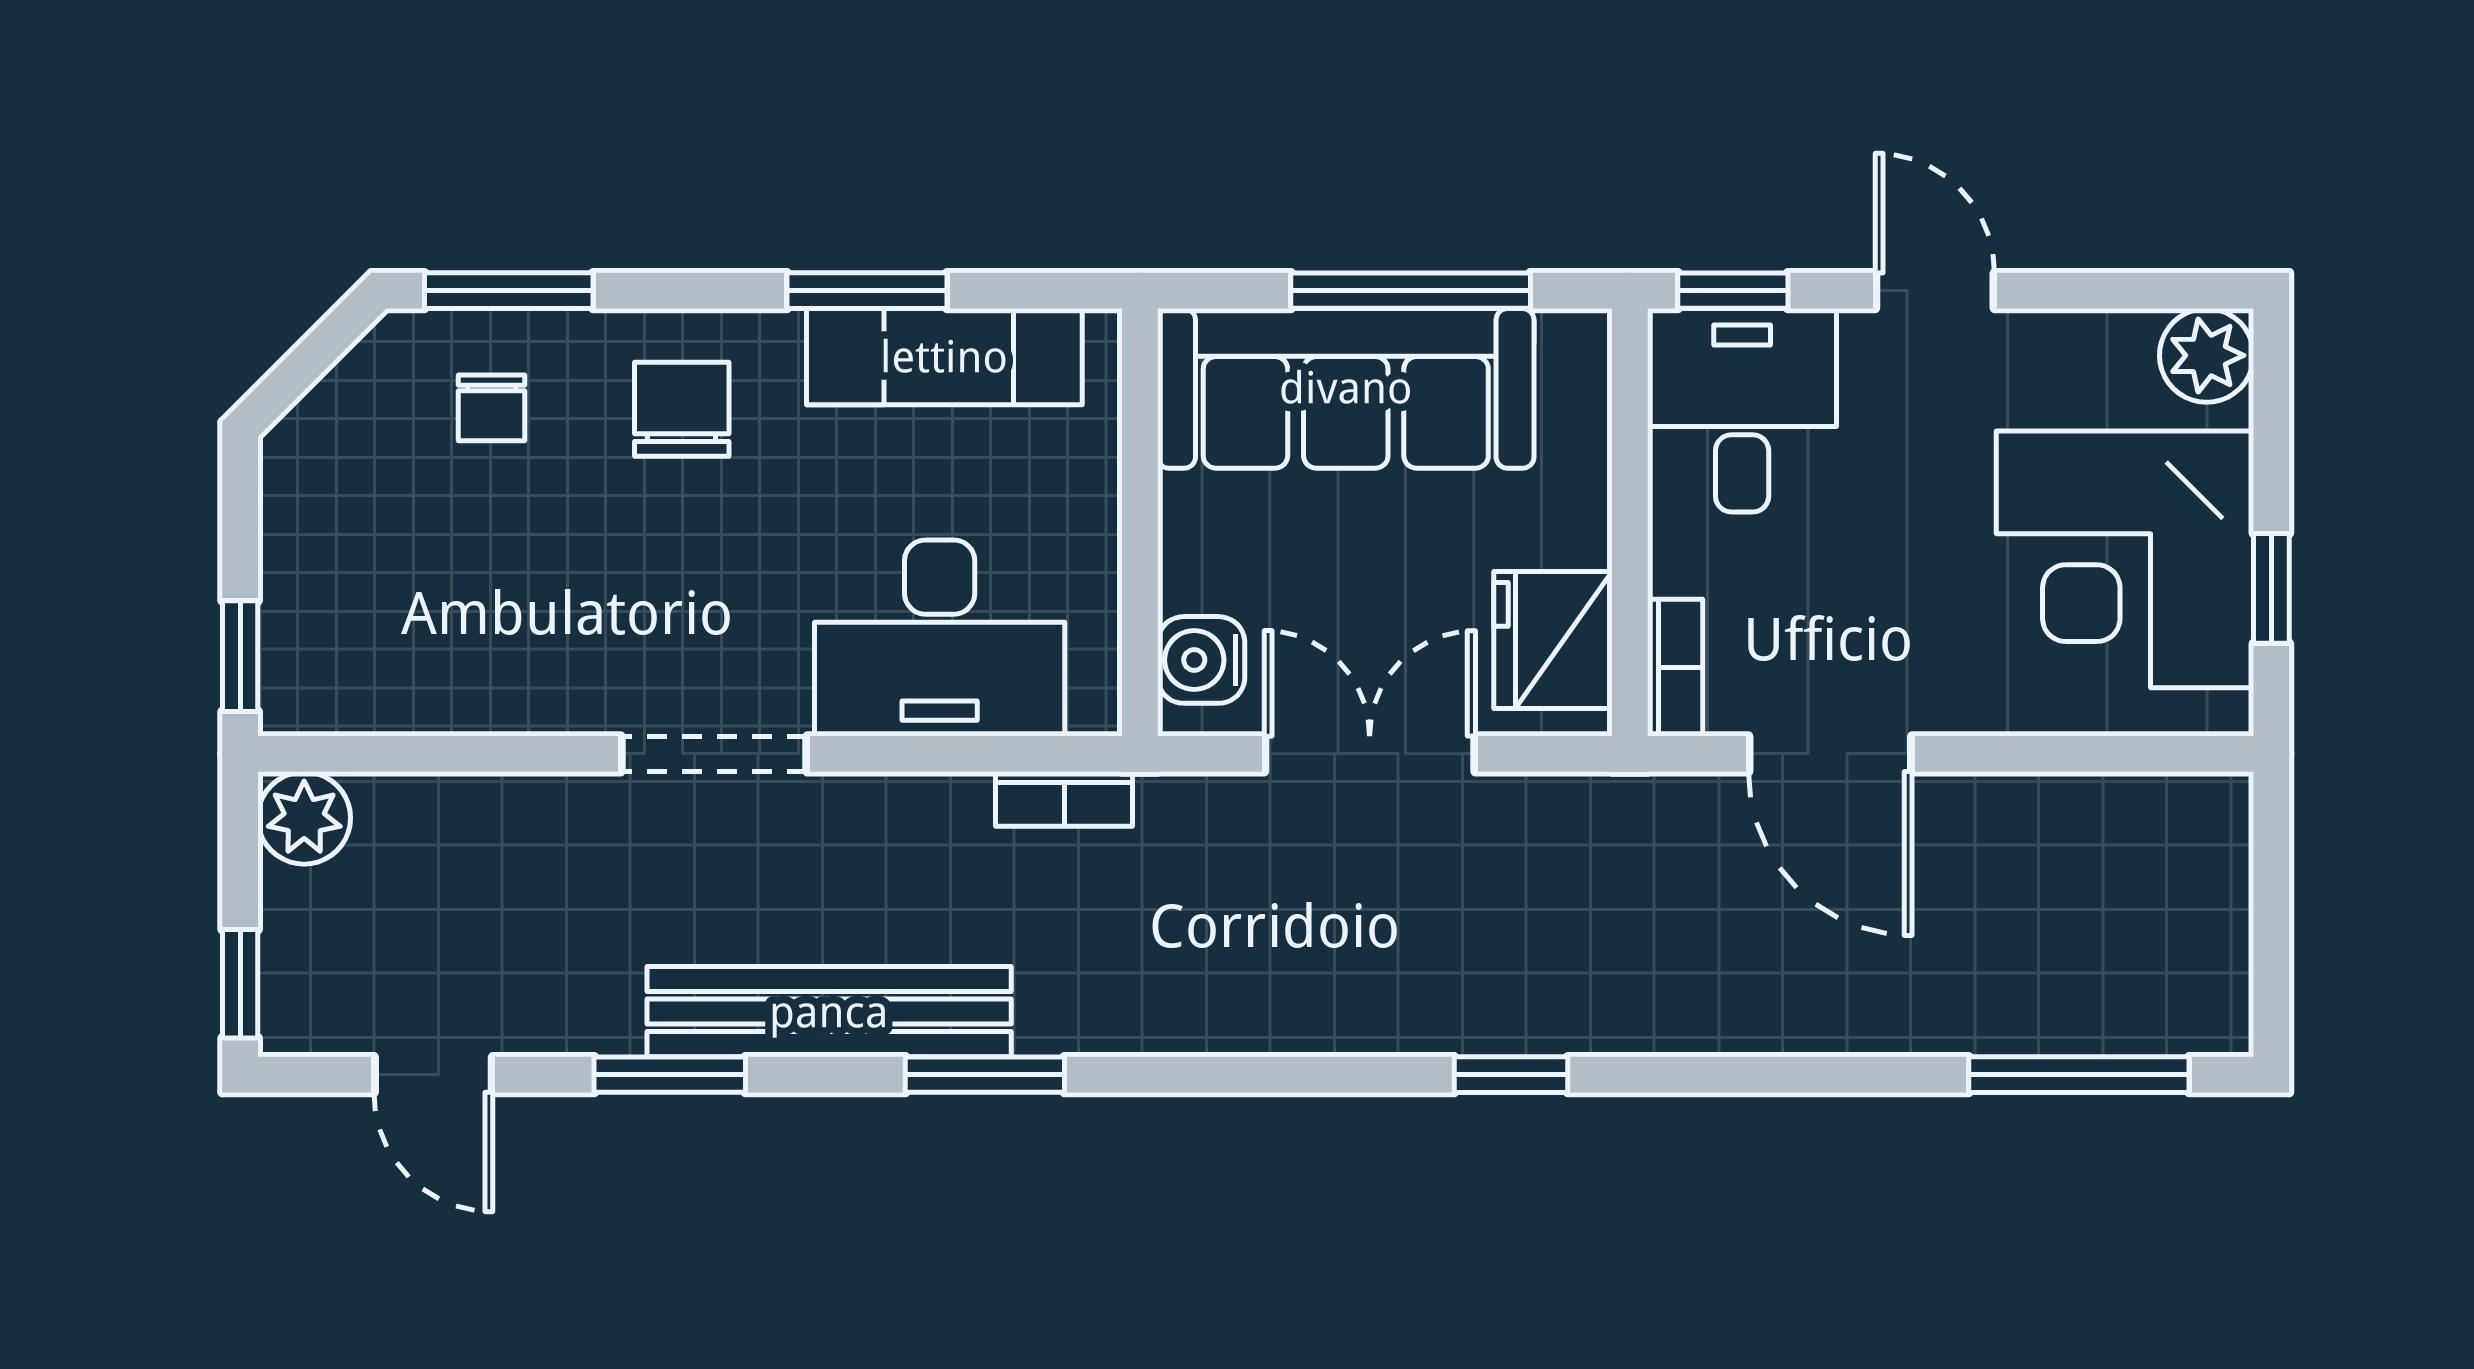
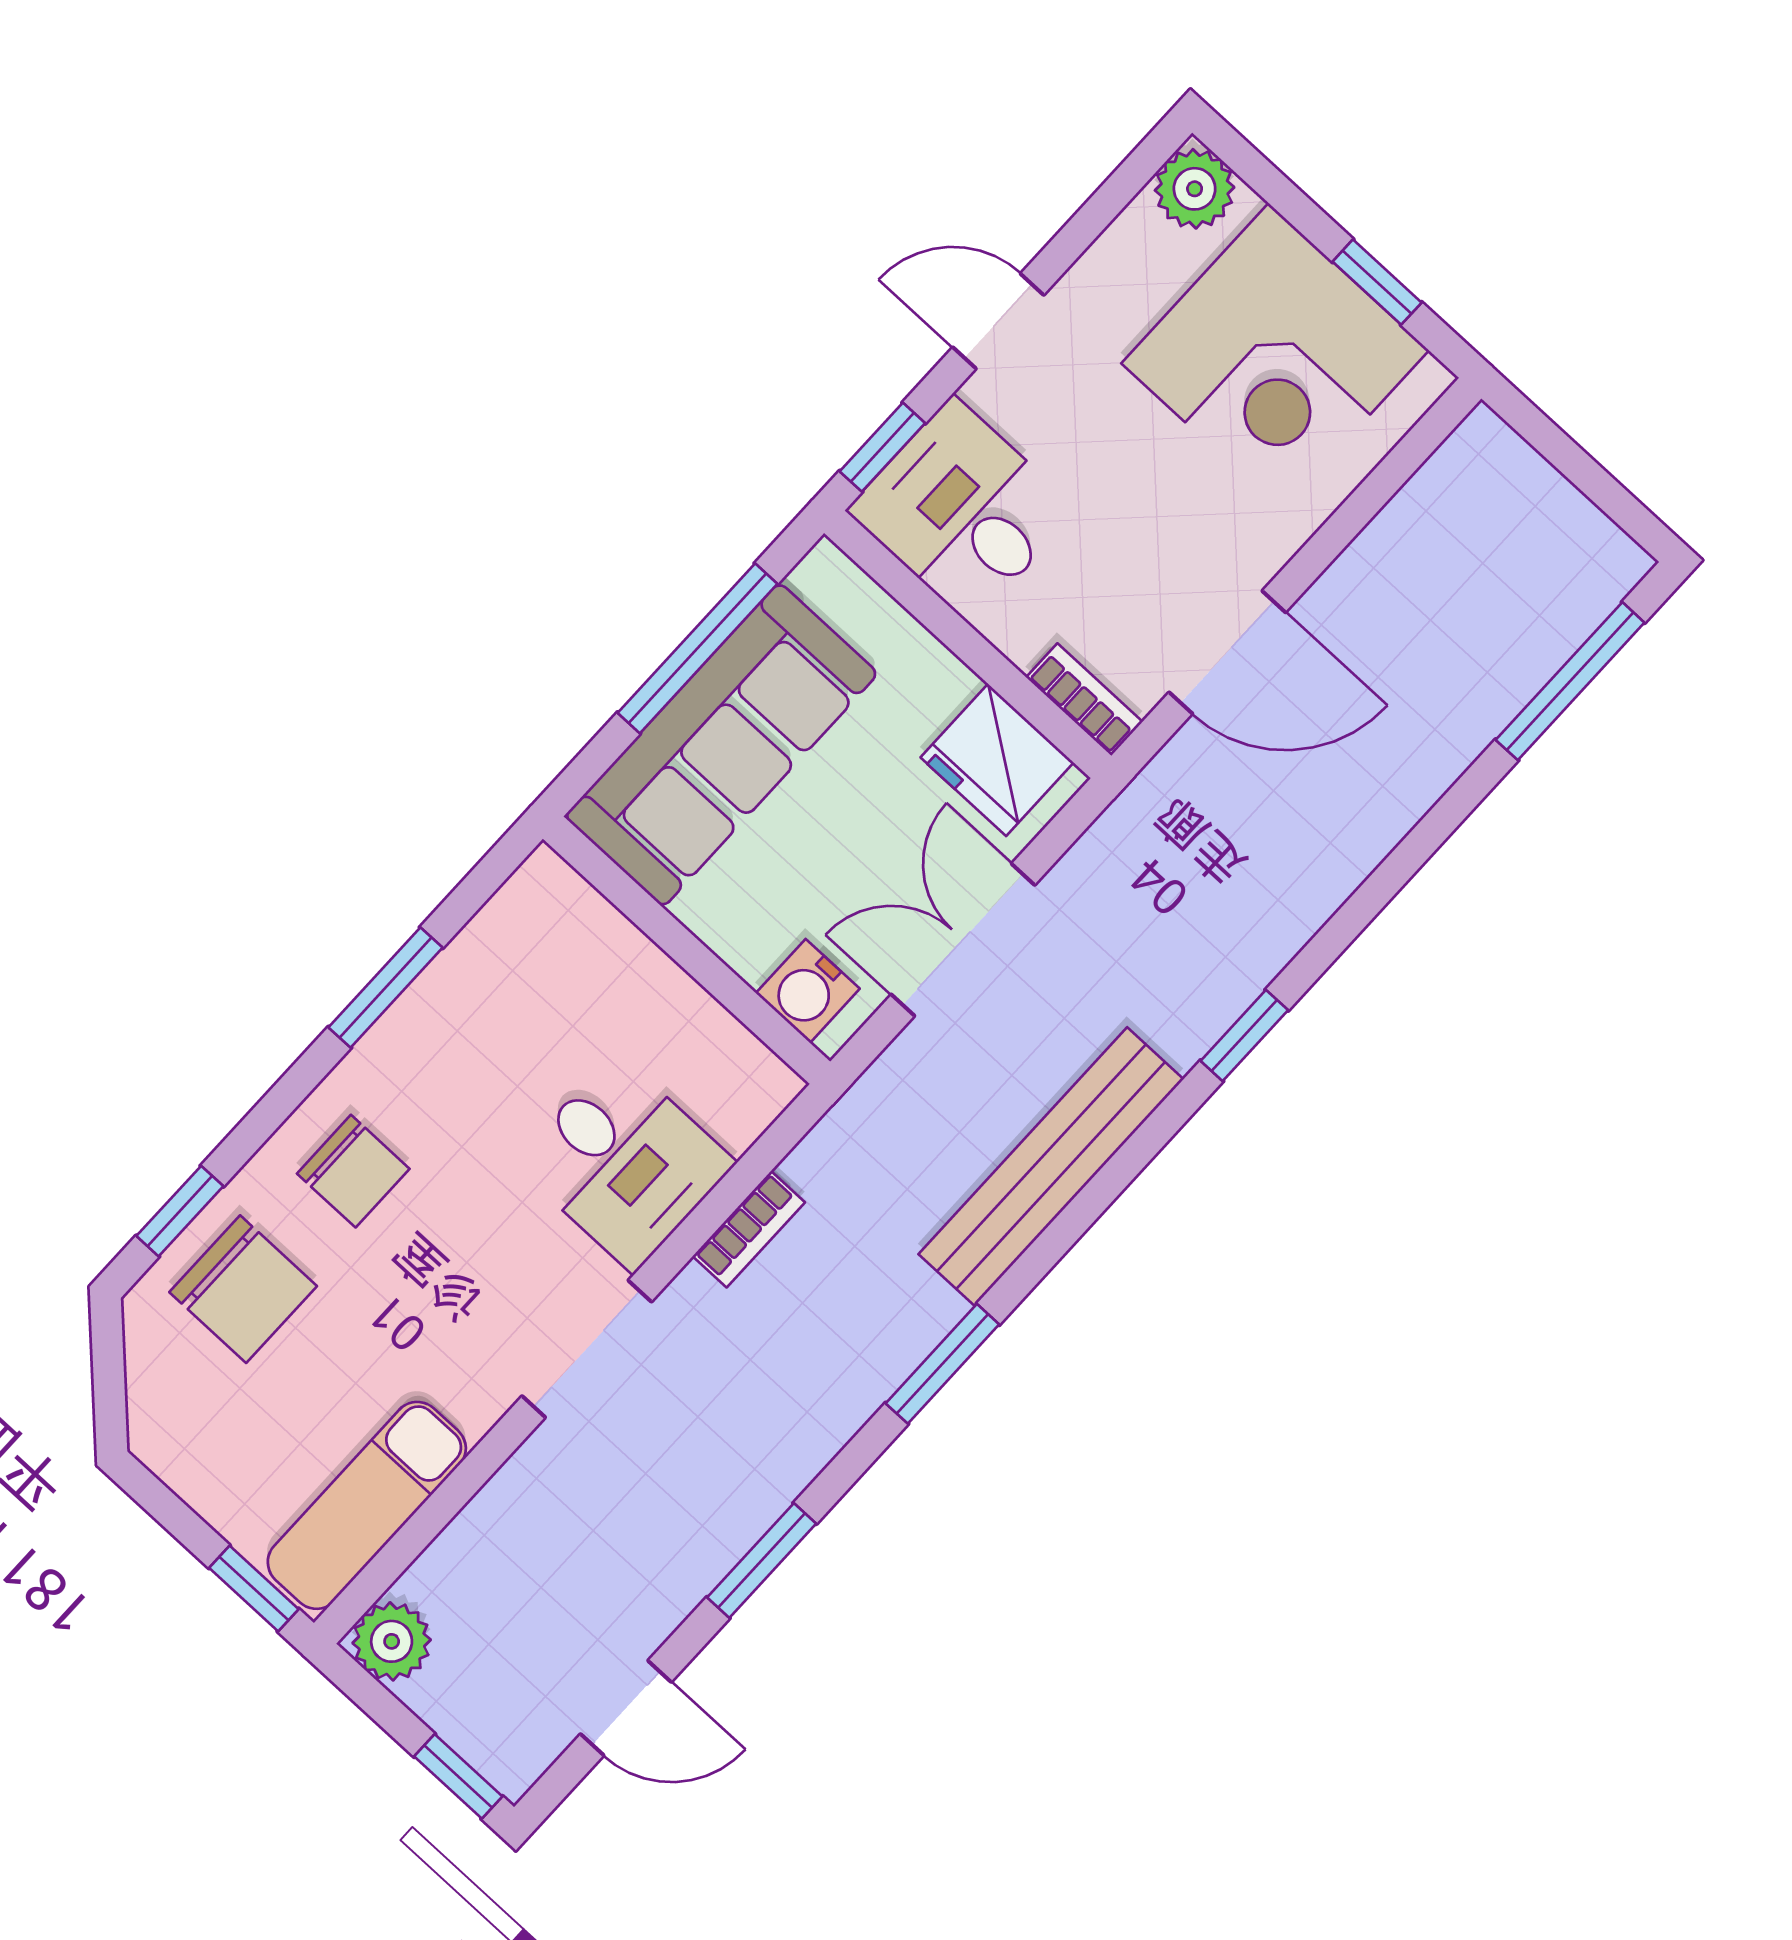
window: (509, 291) -> (180, 1211), width x0.67
exam couch: (944, 357) -> (367, 1505), moved, turned 180
chair: (491, 408) -> (243, 1289), width x1.87, depth x1.87
chair: (682, 409) -> (353, 1171), turned 180
desk: (940, 638) -> (624, 1163), width x0.73
bookcase: (1064, 799) -> (749, 1229), moved
bench: (829, 1012) -> (1051, 1167), moved

